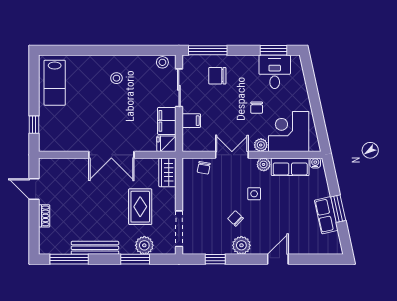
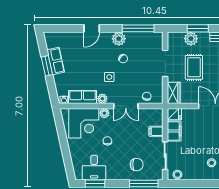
doorway: (179, 229) -> (165, 63), moved
window: (215, 259) -> (138, 28), width x2.17

